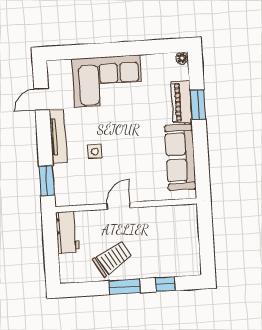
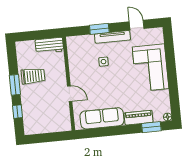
window: (198, 105) -> (151, 127), moved
window: (47, 180) -> (99, 29), moved
door: (118, 206) -> (70, 94), moved
trolley: (113, 259) -> (33, 76), turned -59

